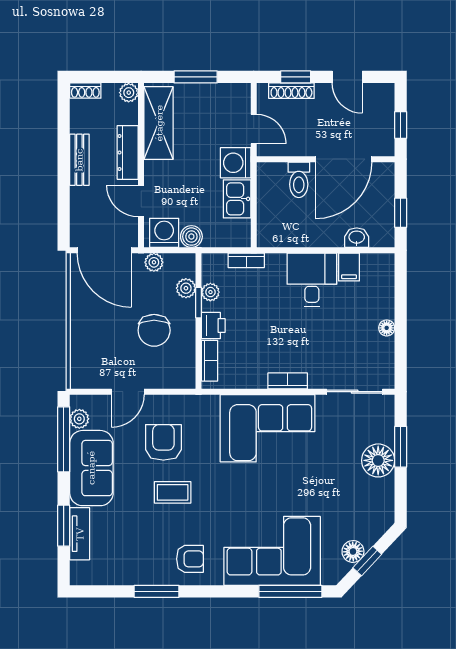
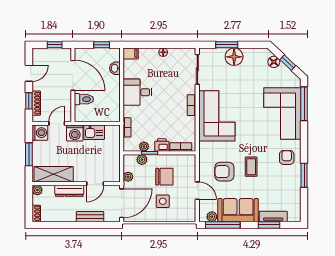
bench: (79, 160) -> (90, 217), moved
washing machine: (164, 233) -> (40, 133), moved, turned 180
boiler: (191, 237) -> (114, 157), removed
filing cabinet: (349, 267) -> (131, 54), moved
side table: (108, 327) -> (163, 201), added
floor lamp: (353, 551) -> (274, 62), moved

